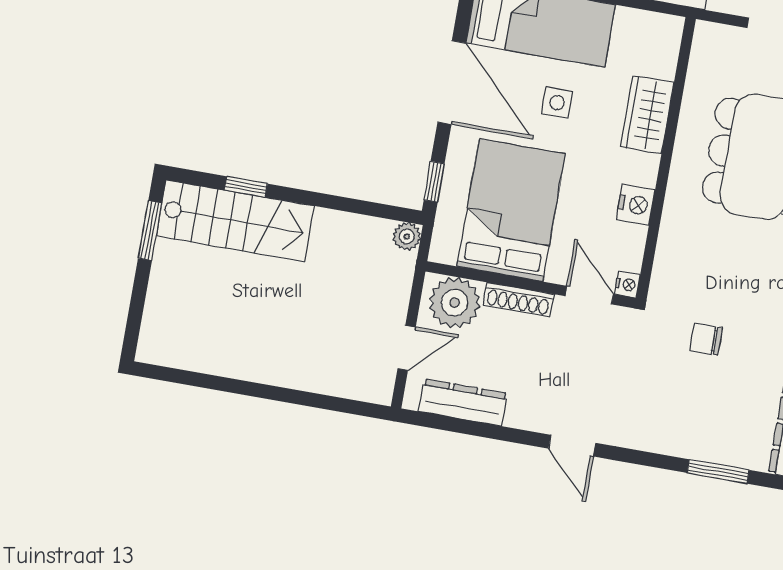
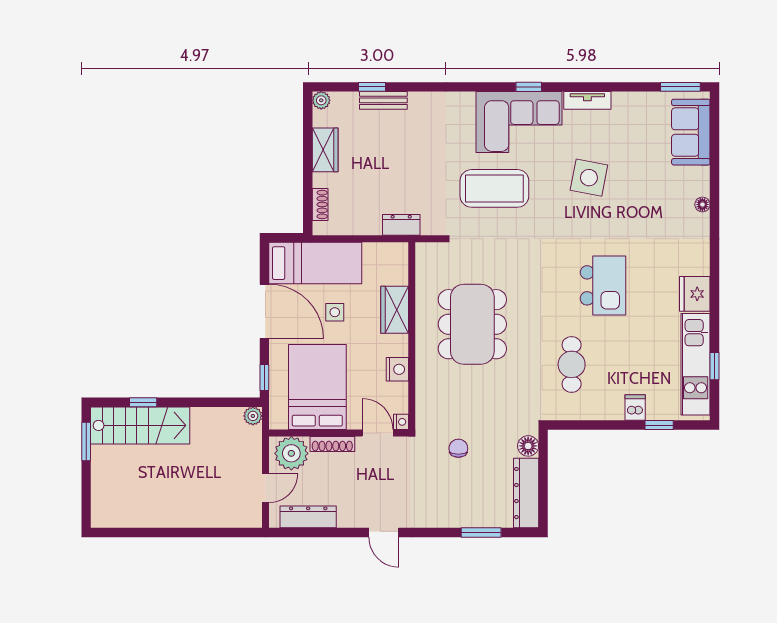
chair: (706, 339) -> (458, 448), turned 90

